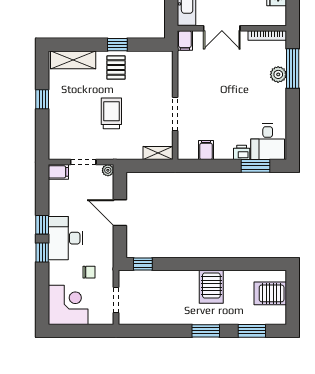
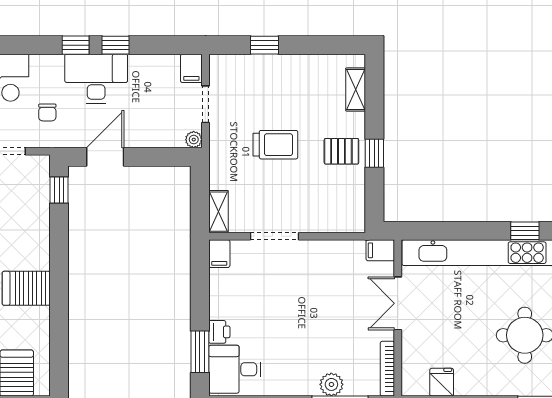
shelving: (73, 60) -> (356, 90), width x0.67, depth x0.75
window: (42, 99) -> (264, 45), moved
filing cabinet: (206, 150) -> (219, 254), moved, turned 90
door: (120, 213) -> (105, 157), moved

